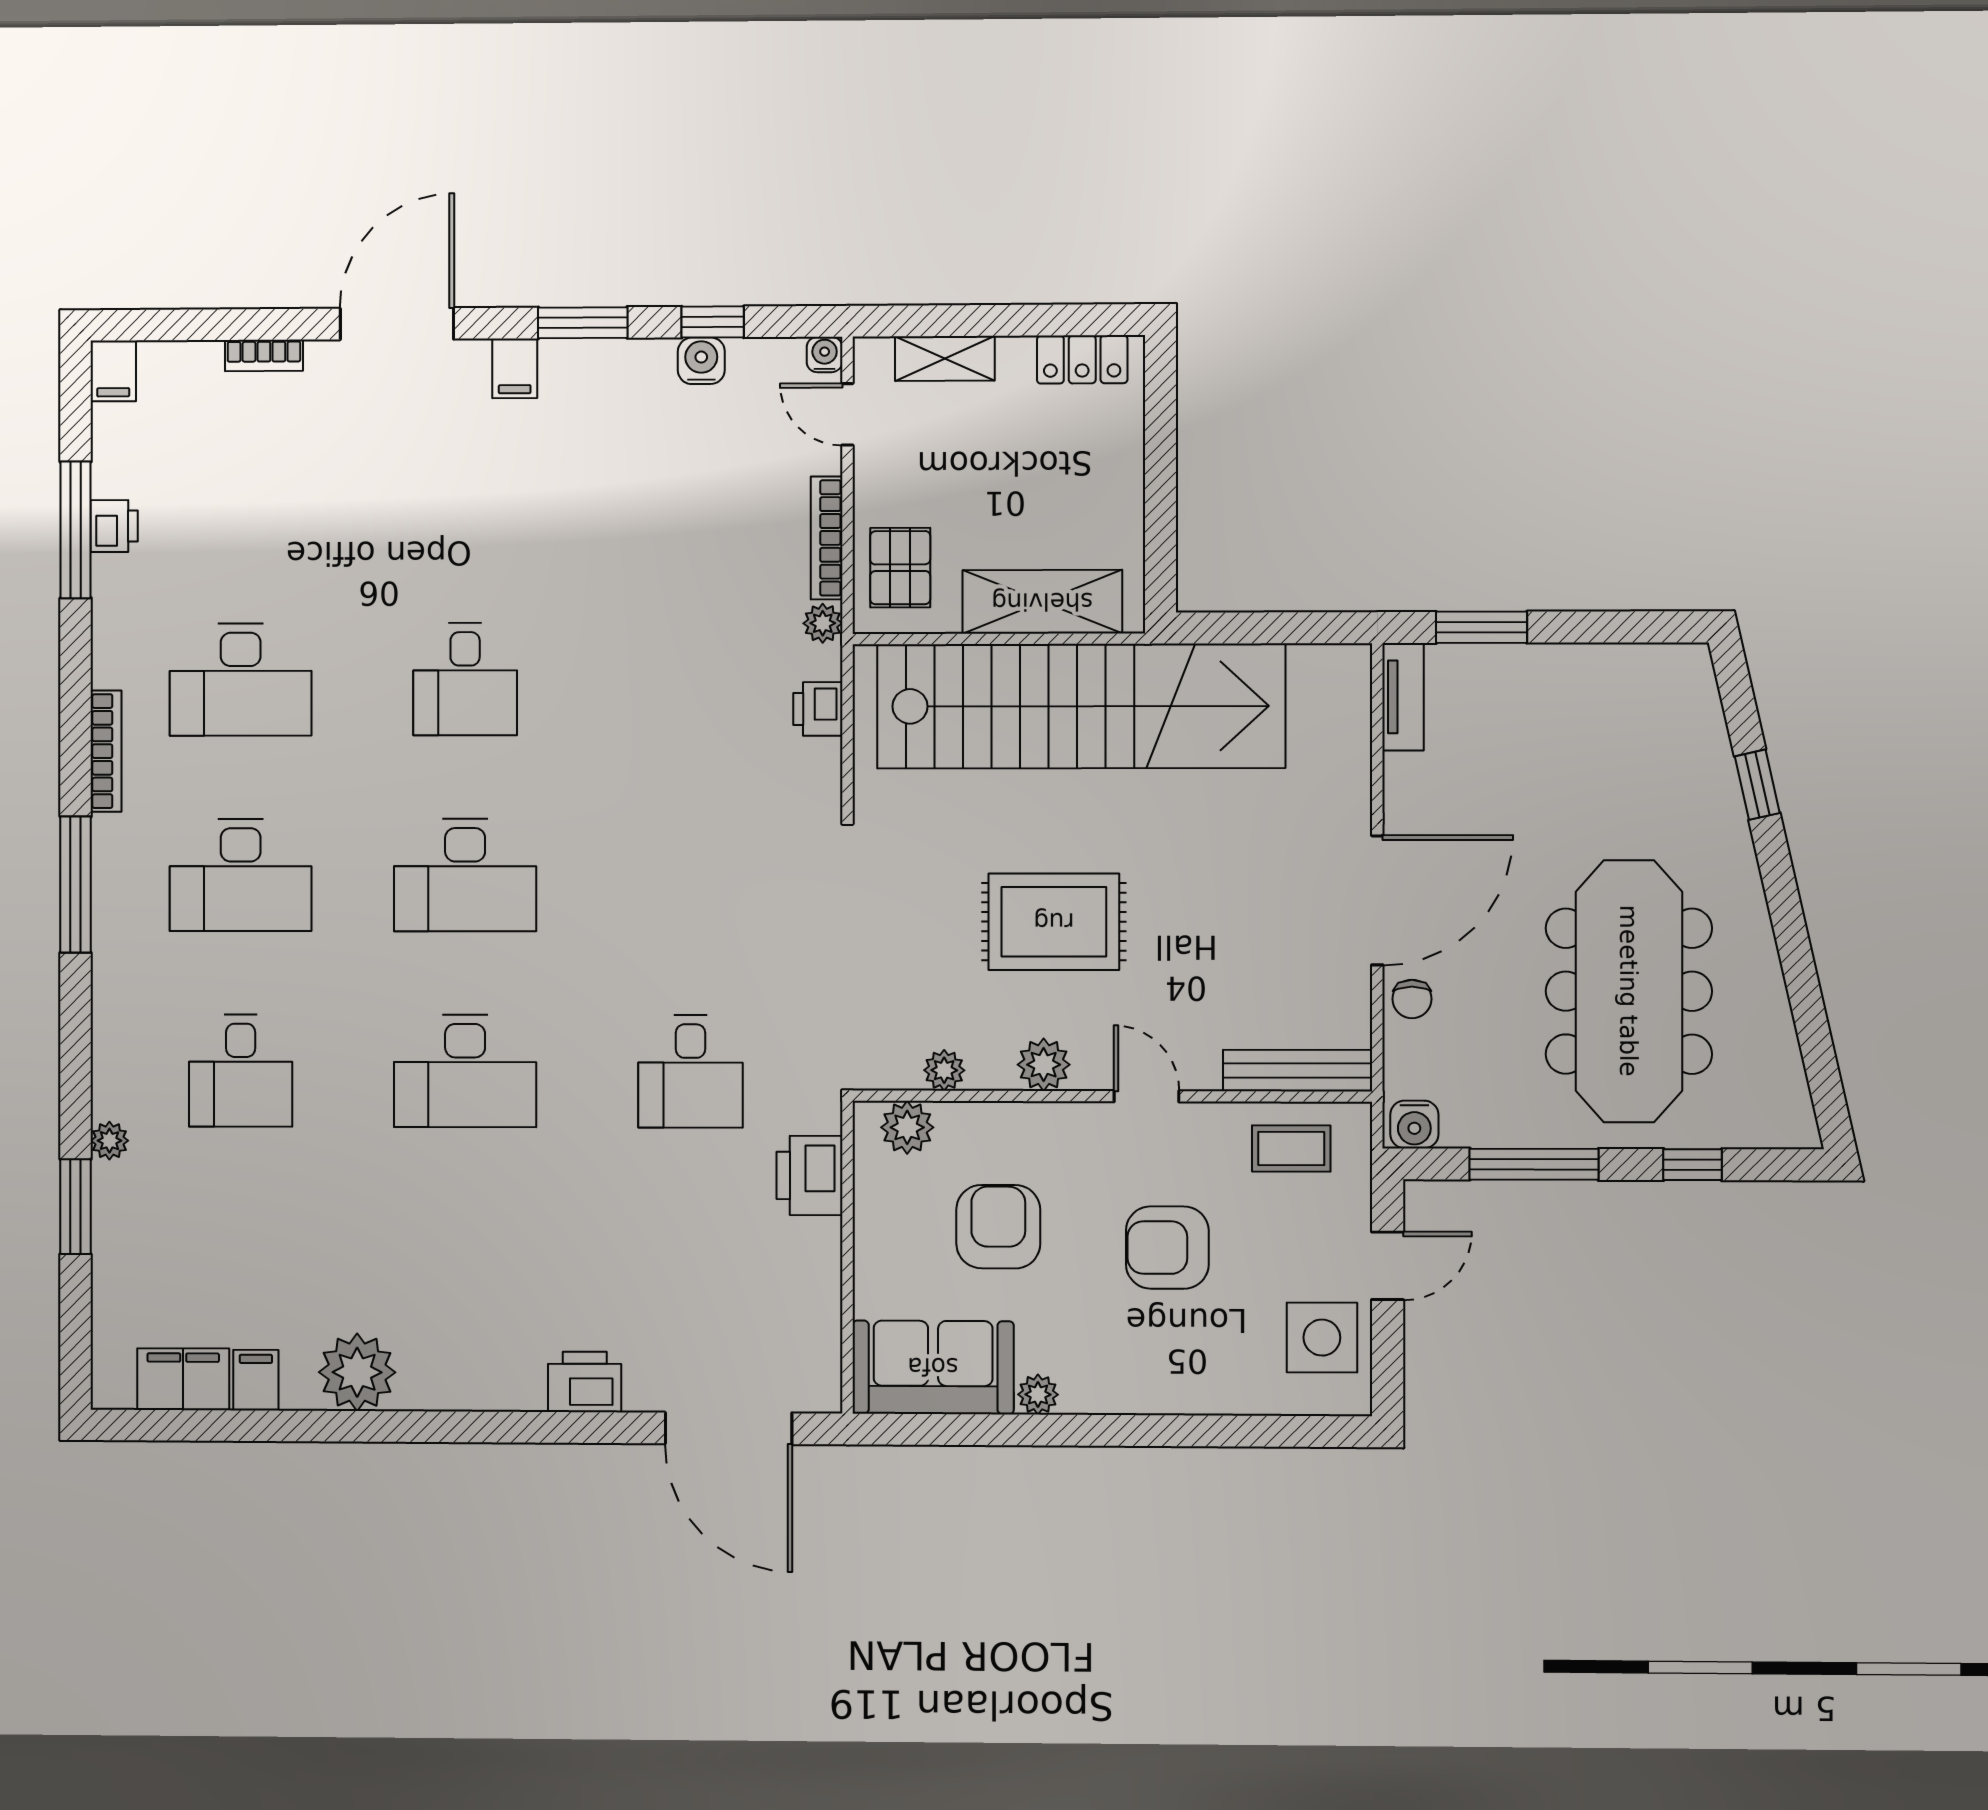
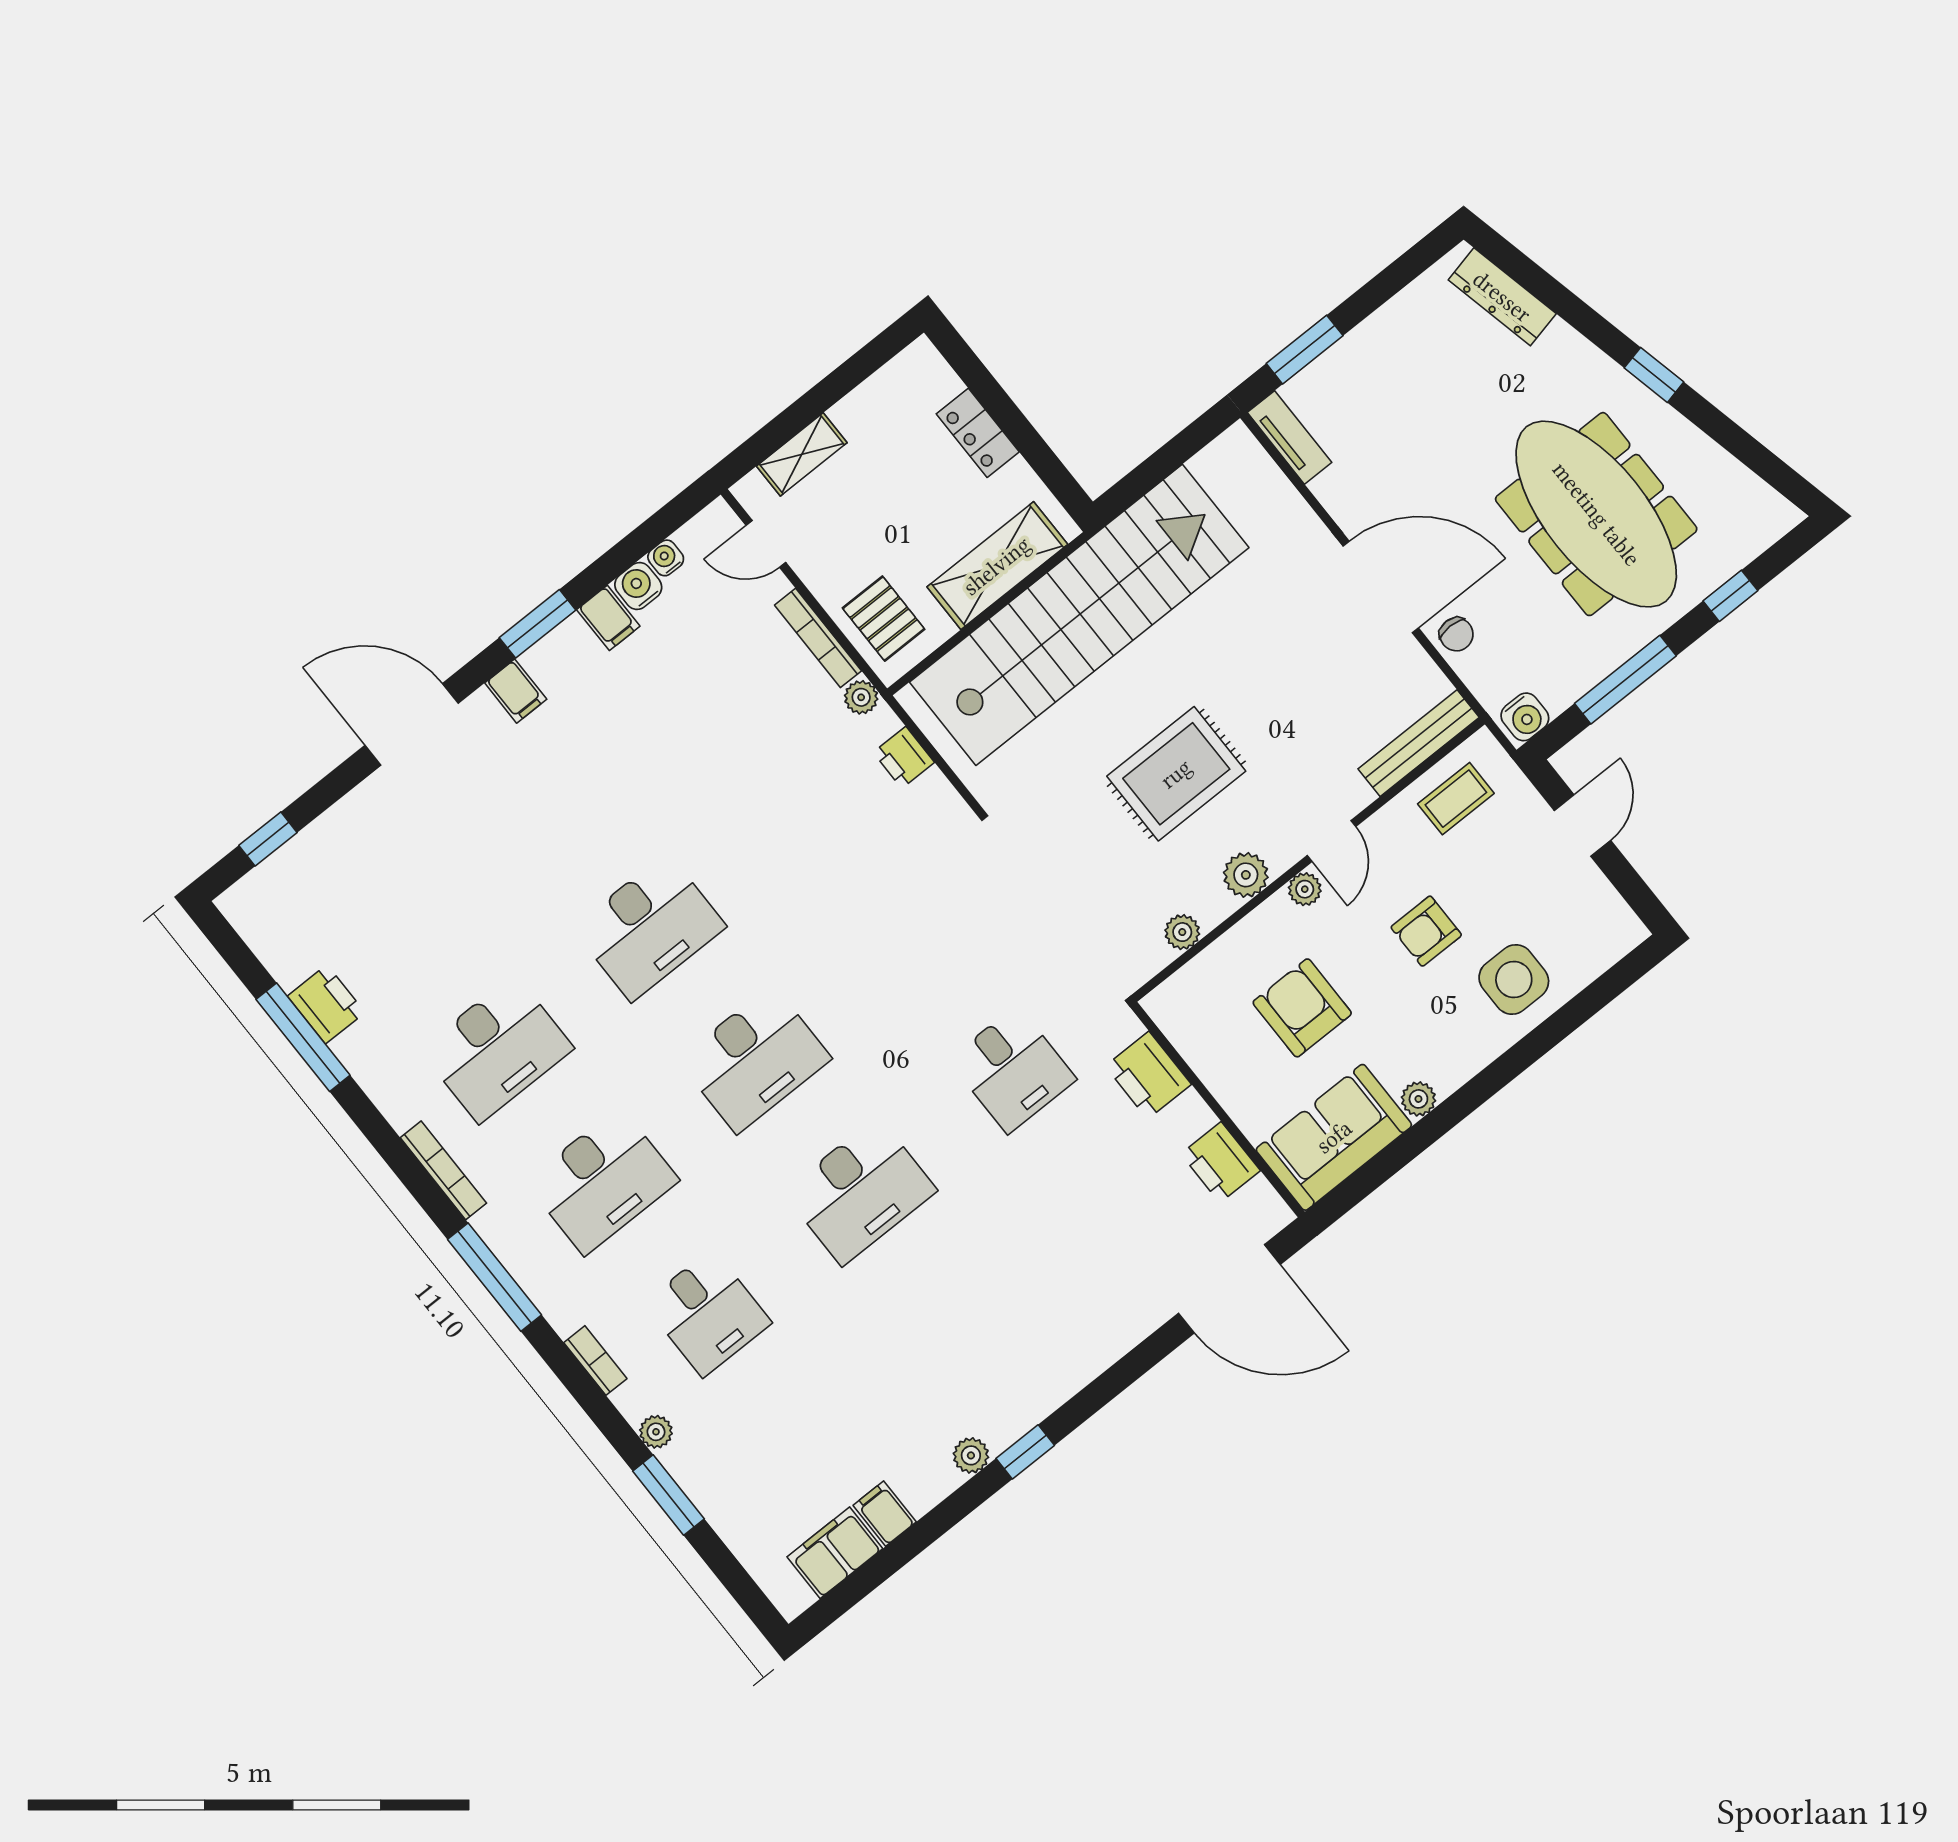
window: (713, 322) -> (268, 839), moved
door: (397, 324) -> (412, 724), hinge flipped
bookcase: (264, 355) -> (595, 1361), moved, turned -90
water cooler: (825, 355) -> (666, 558), moved
locker: (1082, 359) -> (978, 433), moved, turned 90
filing cabinet: (113, 371) -> (608, 618), moved
printer: (114, 526) -> (326, 1004), width x1.36, depth x1.24
desk: (465, 679) -> (649, 927), width x1.37
dresser: (1702, 723) -> (1502, 297), added
window: (1757, 785) -> (1654, 375), moved
door: (1377, 900) -> (1381, 587), hinge flipped
door: (1147, 1096) -> (1332, 841), swing flipped
plant: (907, 1127) -> (1305, 889), moved, width x0.73, depth x0.73
armchair: (1167, 1248) -> (1426, 931), width x0.72, depth x0.72
side table: (1322, 1338) -> (1514, 979), moved
plant: (357, 1372) -> (971, 1455), width x0.53, depth x0.53
printer: (585, 1382) -> (1220, 1162), moved, turned -90
window: (426, 1427) -> (1025, 1452), added

